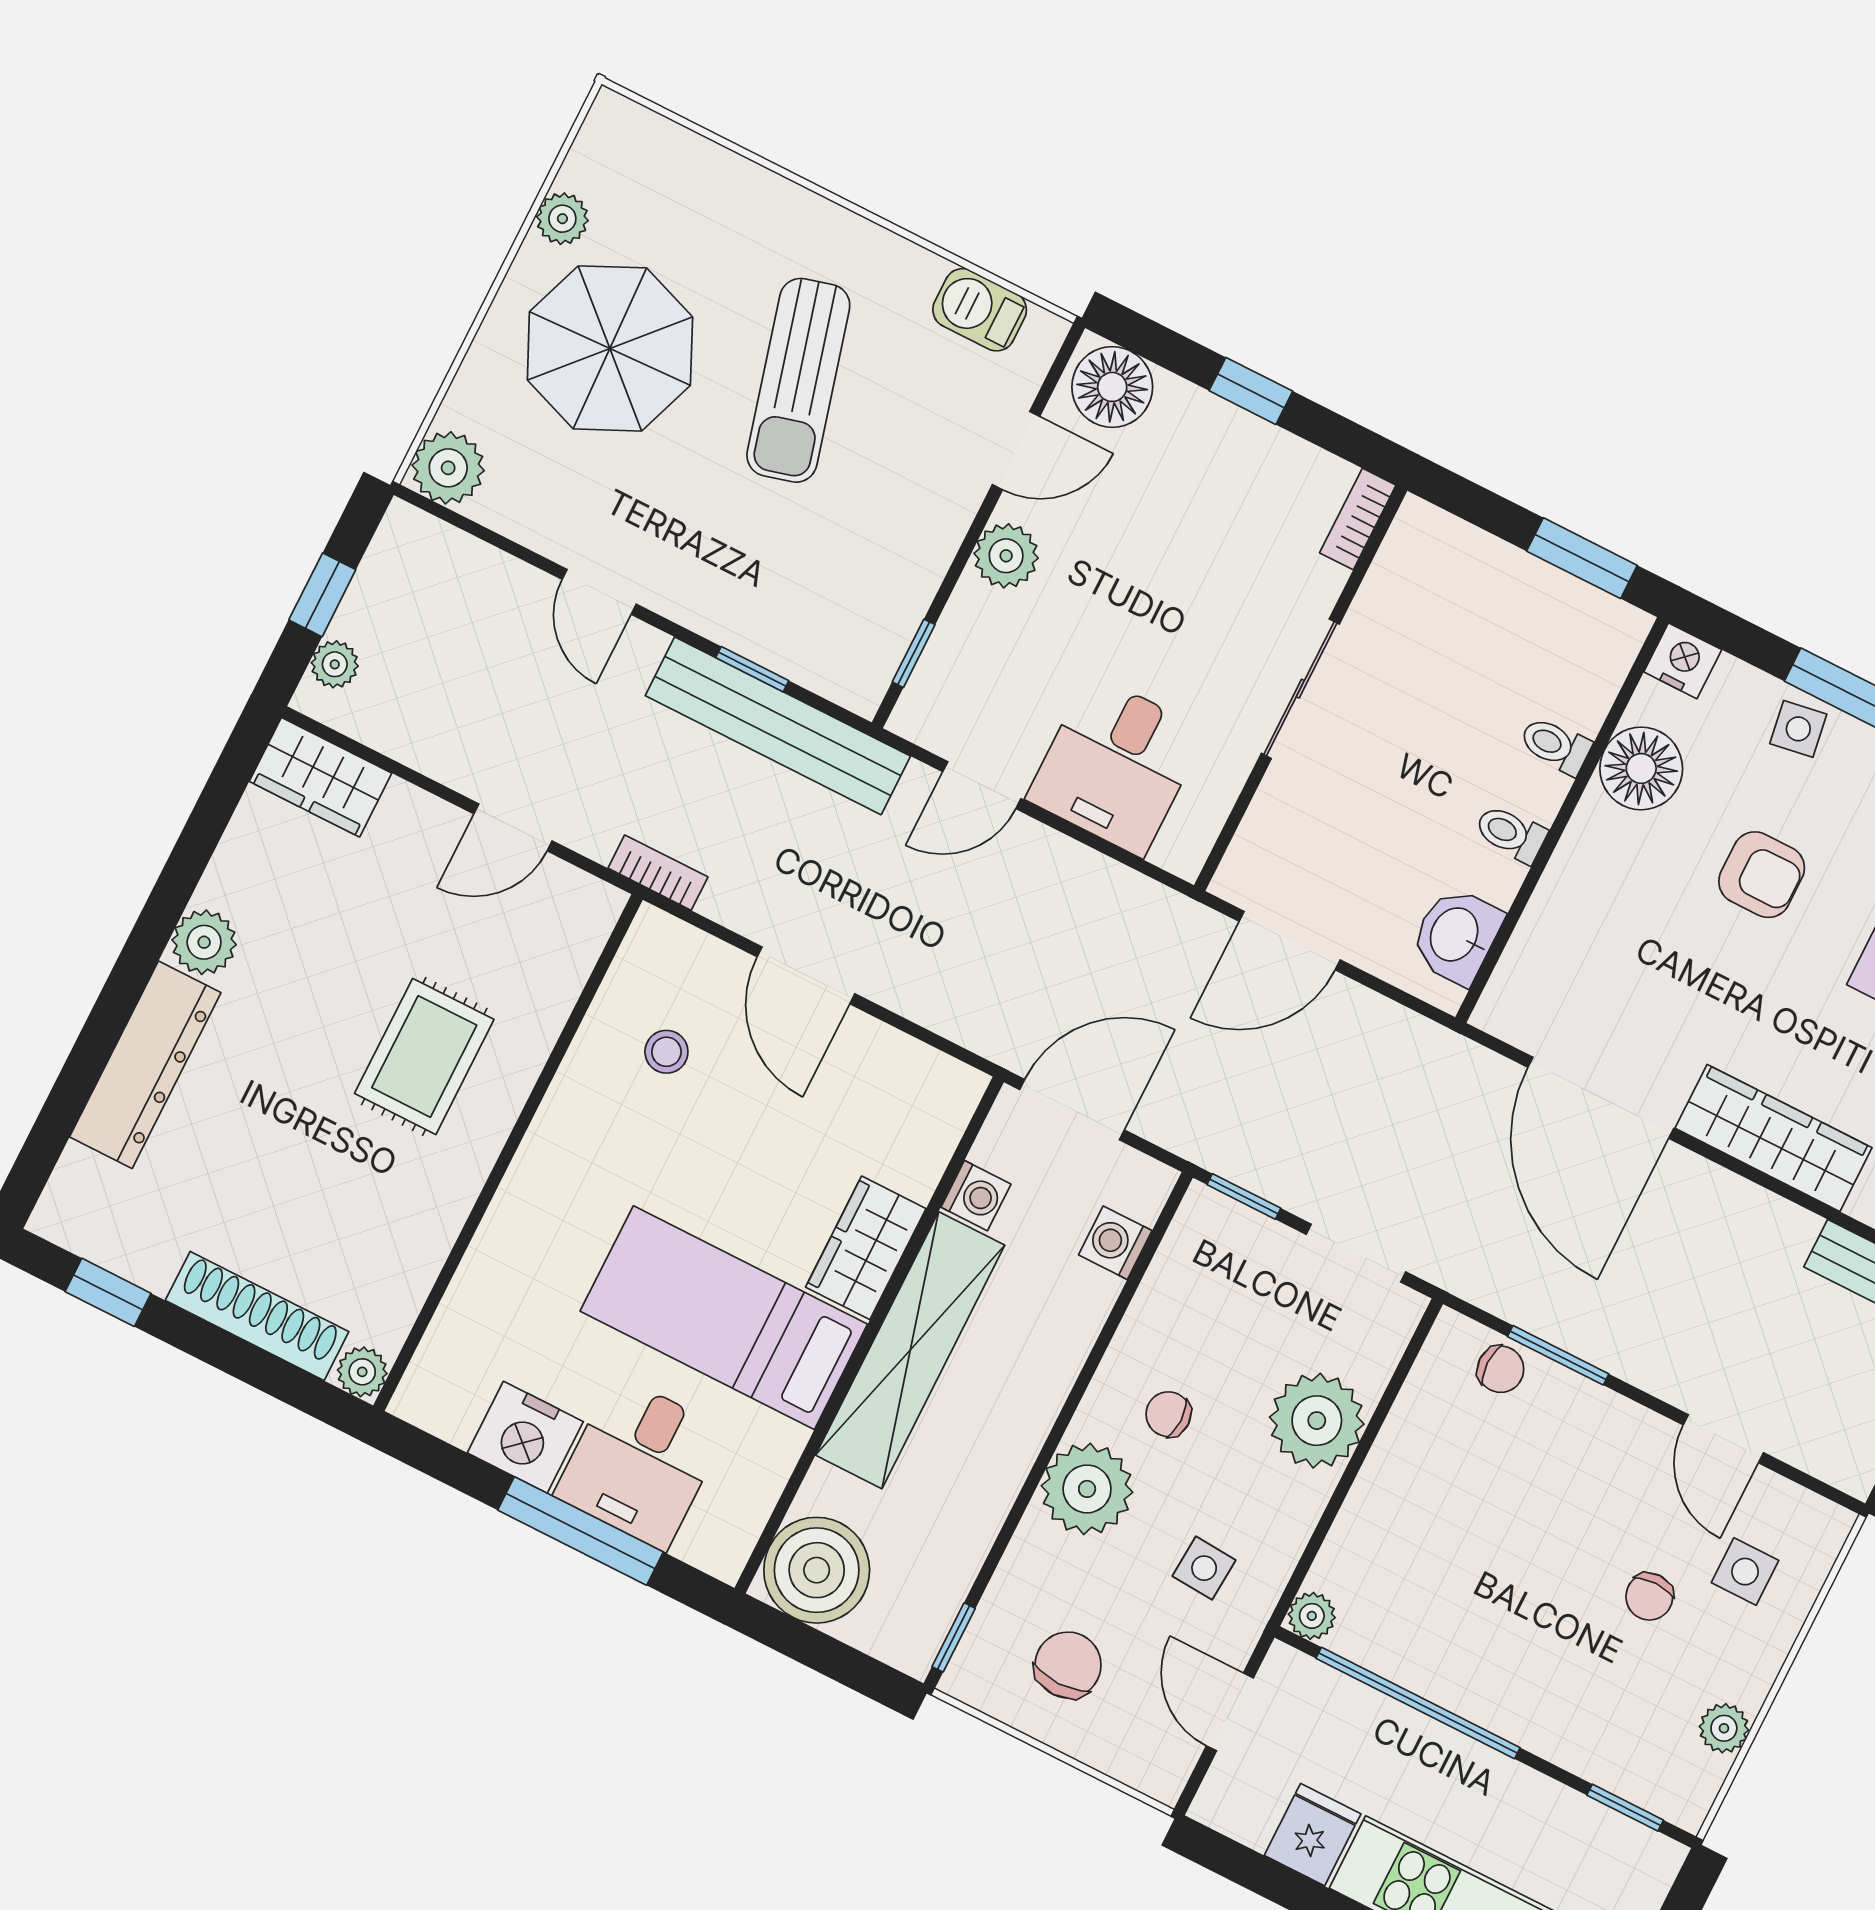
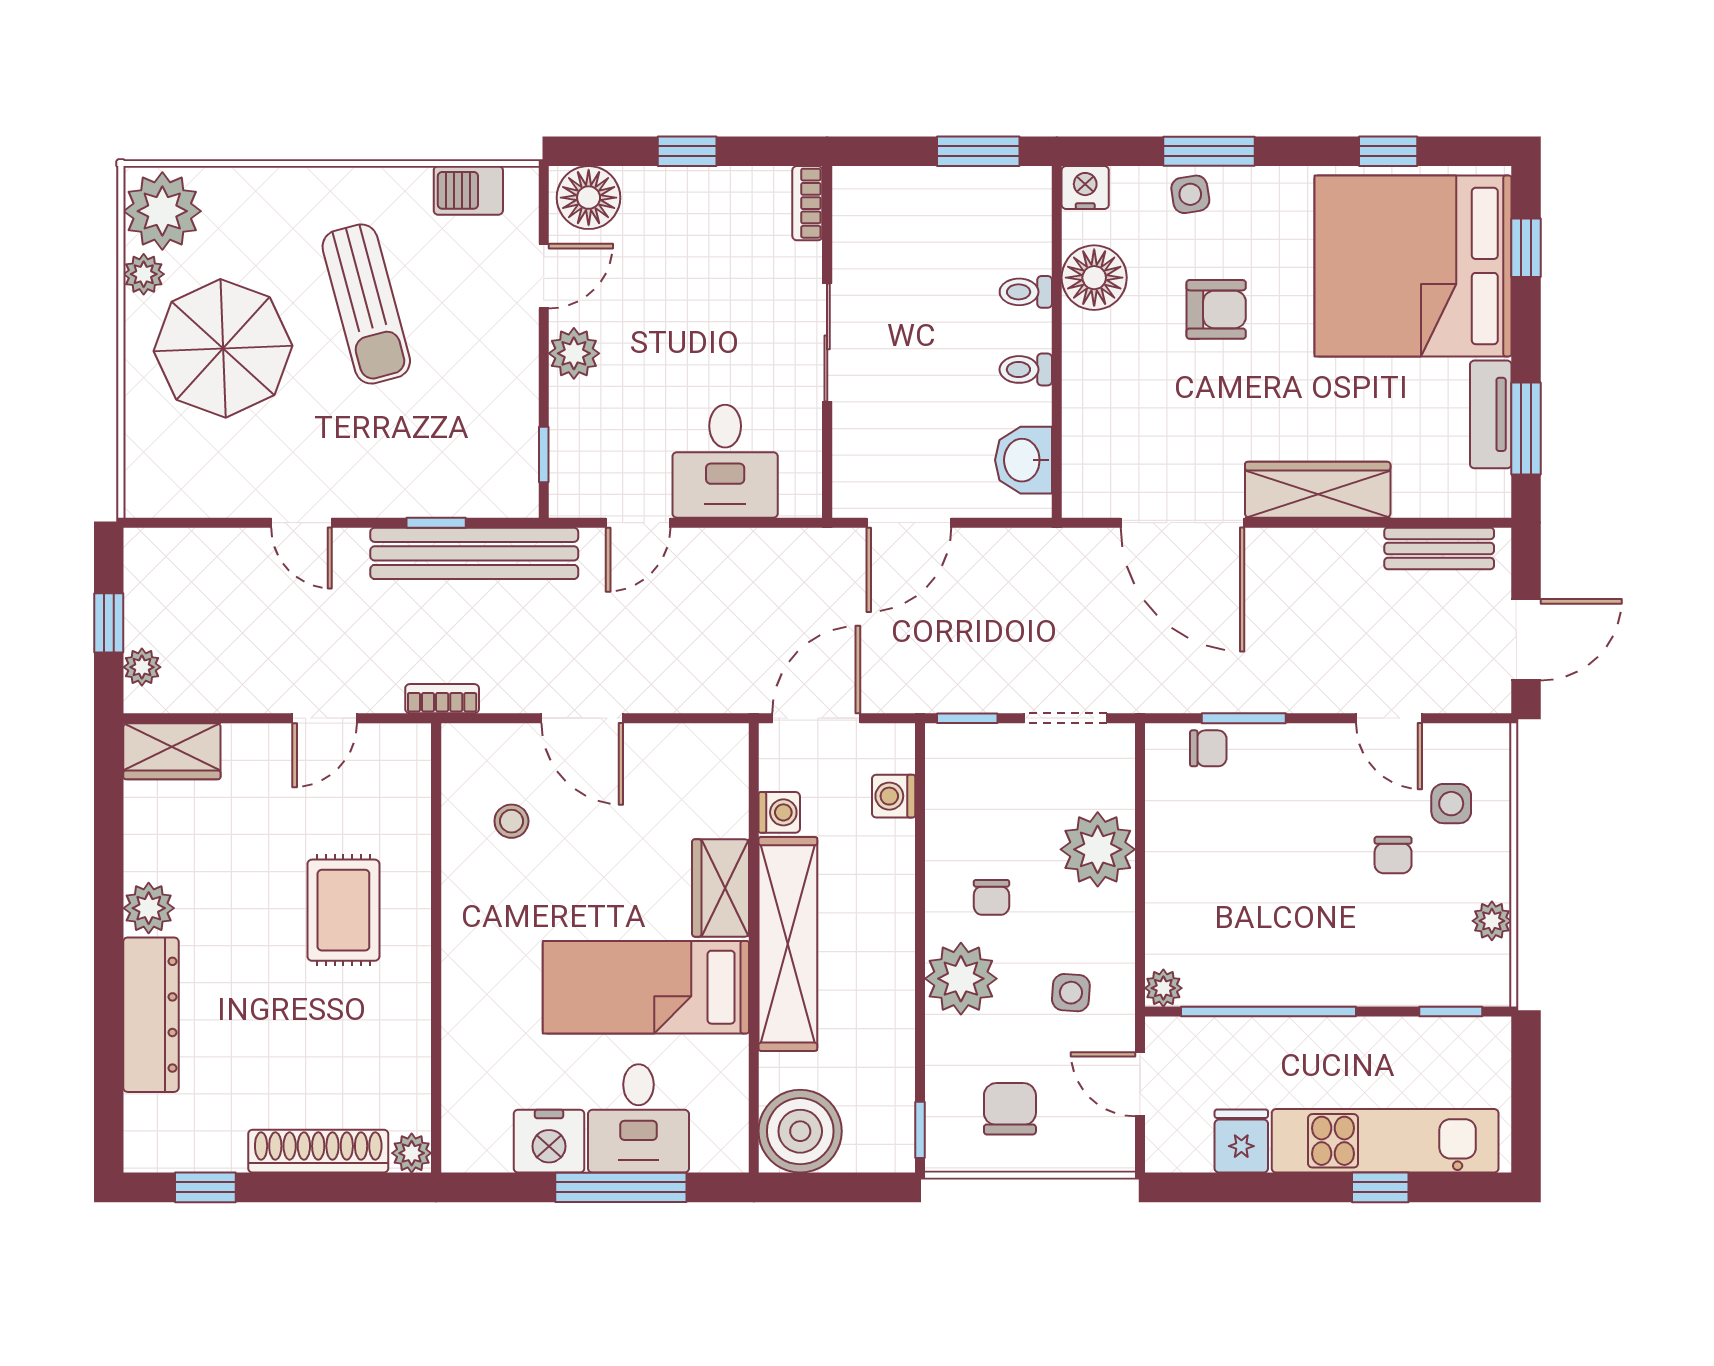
plant: (448, 468) -> (162, 211), moved, width x1.36, depth x1.36
chair: (1168, 1414) -> (991, 897), turned -90

